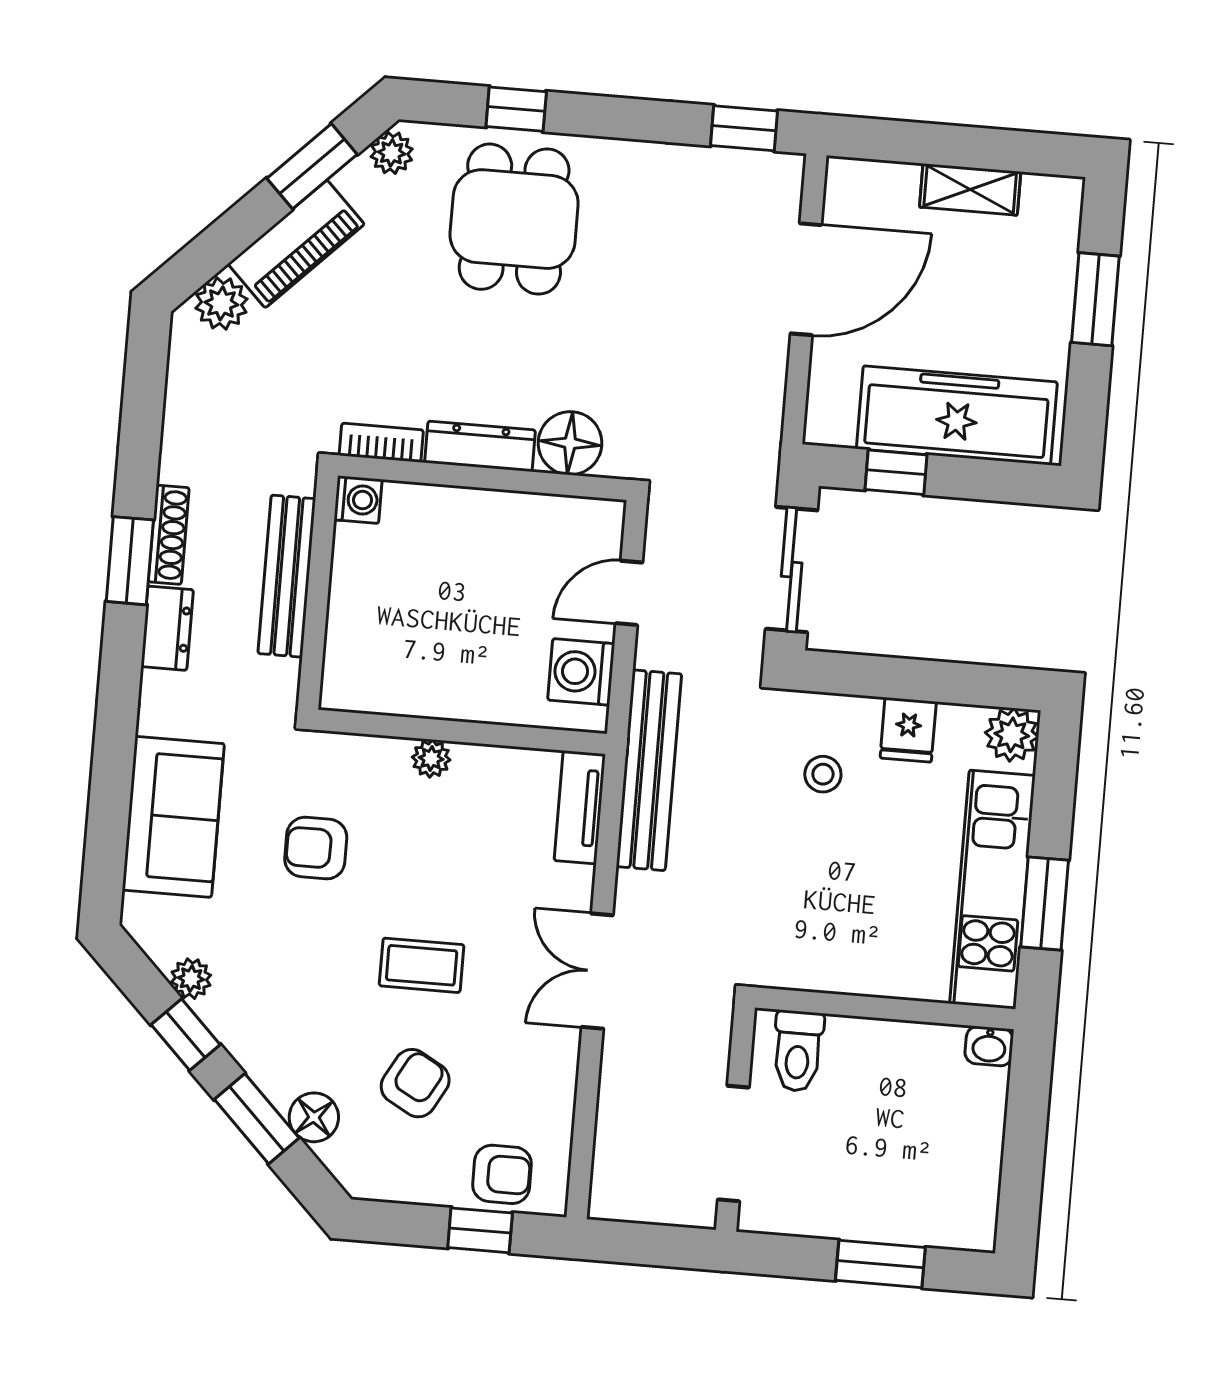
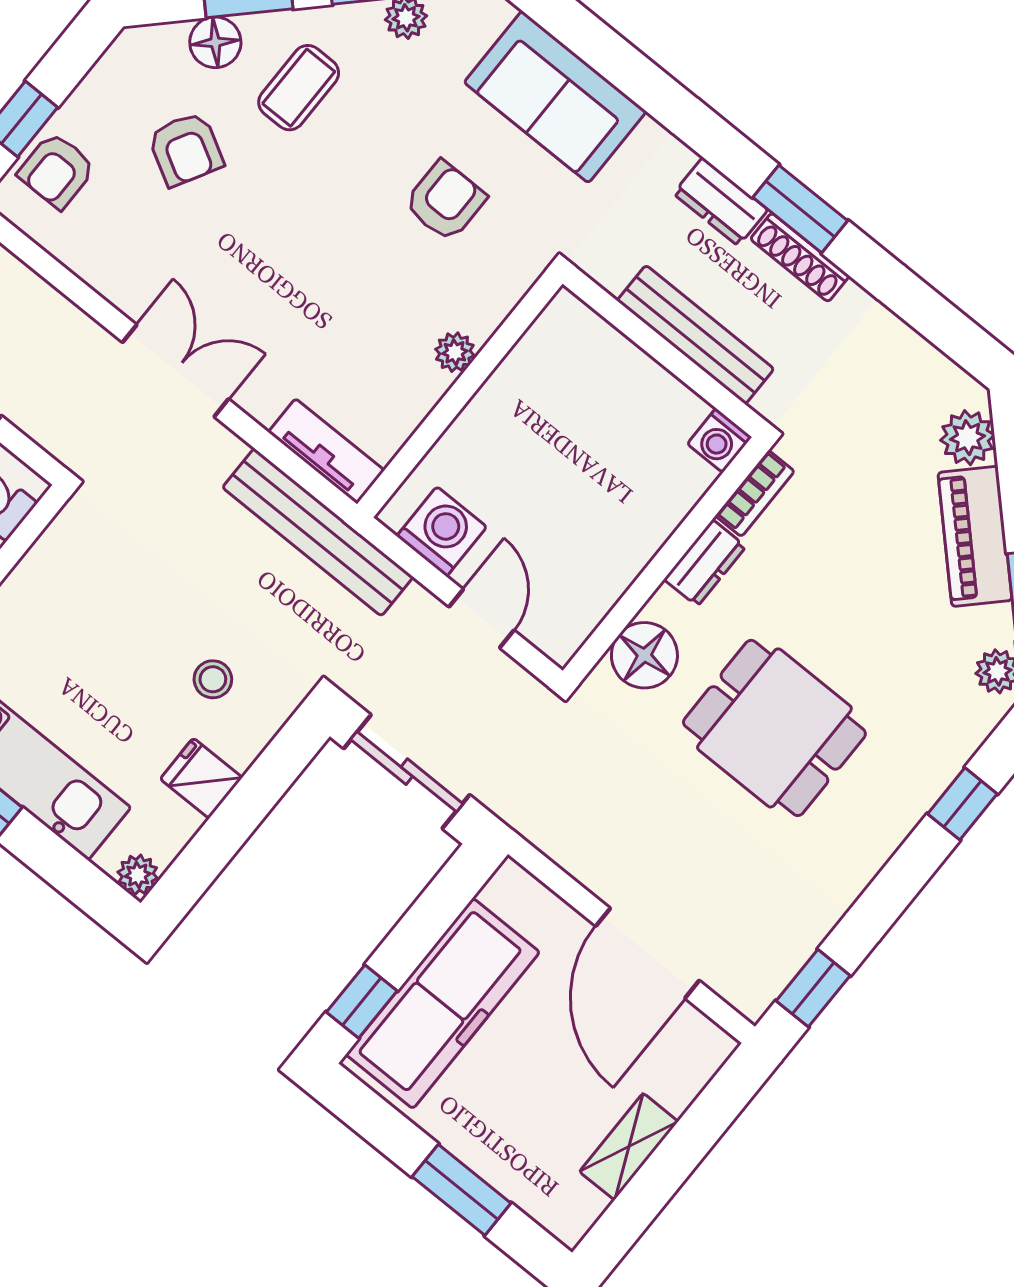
dining table: (514, 219) -> (774, 728), moved
dresser: (480, 446) -> (705, 563), width x0.70
window: (896, 472) -> (362, 1001), moved
plant: (1012, 735) -> (138, 875), width x0.73, depth x0.73
coffee table: (422, 965) -> (299, 88), moved

